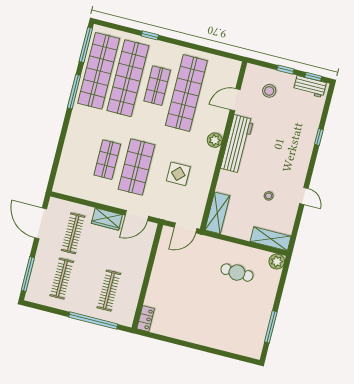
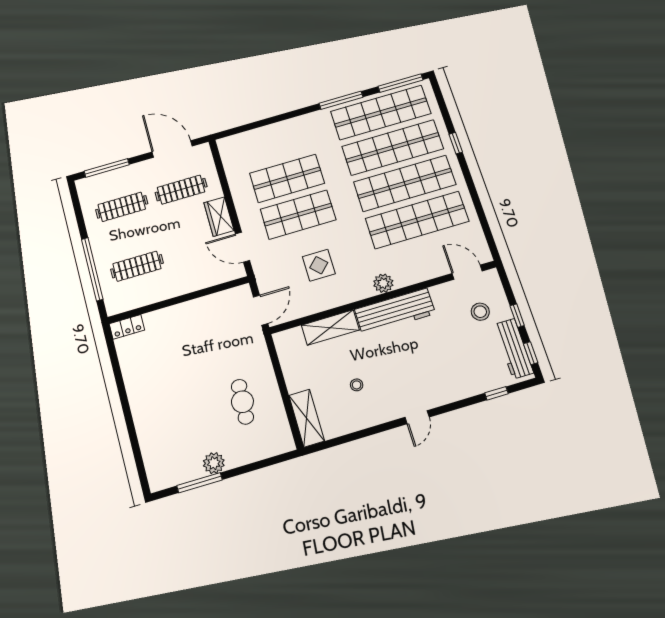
shop shelf: (157, 86) -> (405, 183), width x2.00, depth x1.36
workbench: (310, 87) -> (514, 349), width x1.38
door: (235, 100) -> (467, 272), moved
window: (319, 137) -> (496, 393), moved
shop shelf: (107, 160) -> (287, 178), width x1.43, depth x1.36
door: (304, 196) -> (417, 417), moved
shelving: (217, 213) -> (330, 328), moved
door: (41, 223) -> (172, 149), hinge flipped
door: (186, 228) -> (261, 310), swing flipped
plant: (277, 262) -> (214, 463), moved

